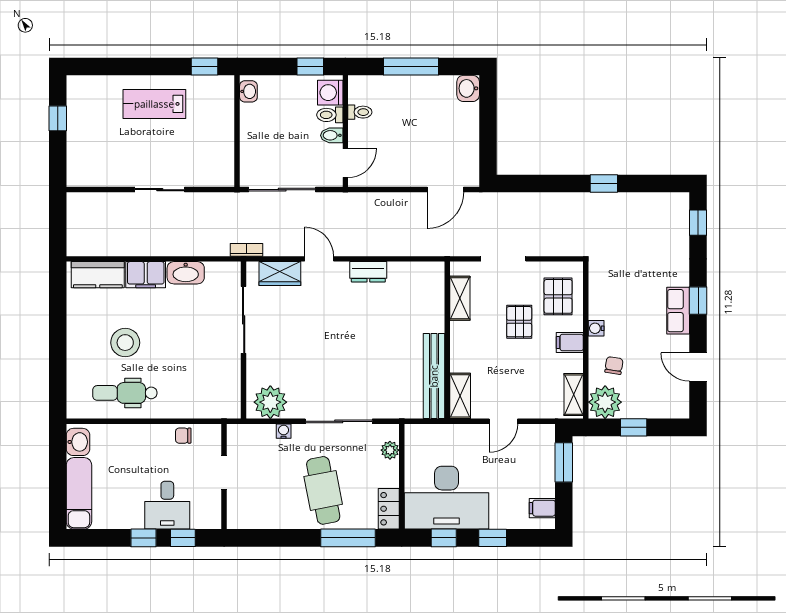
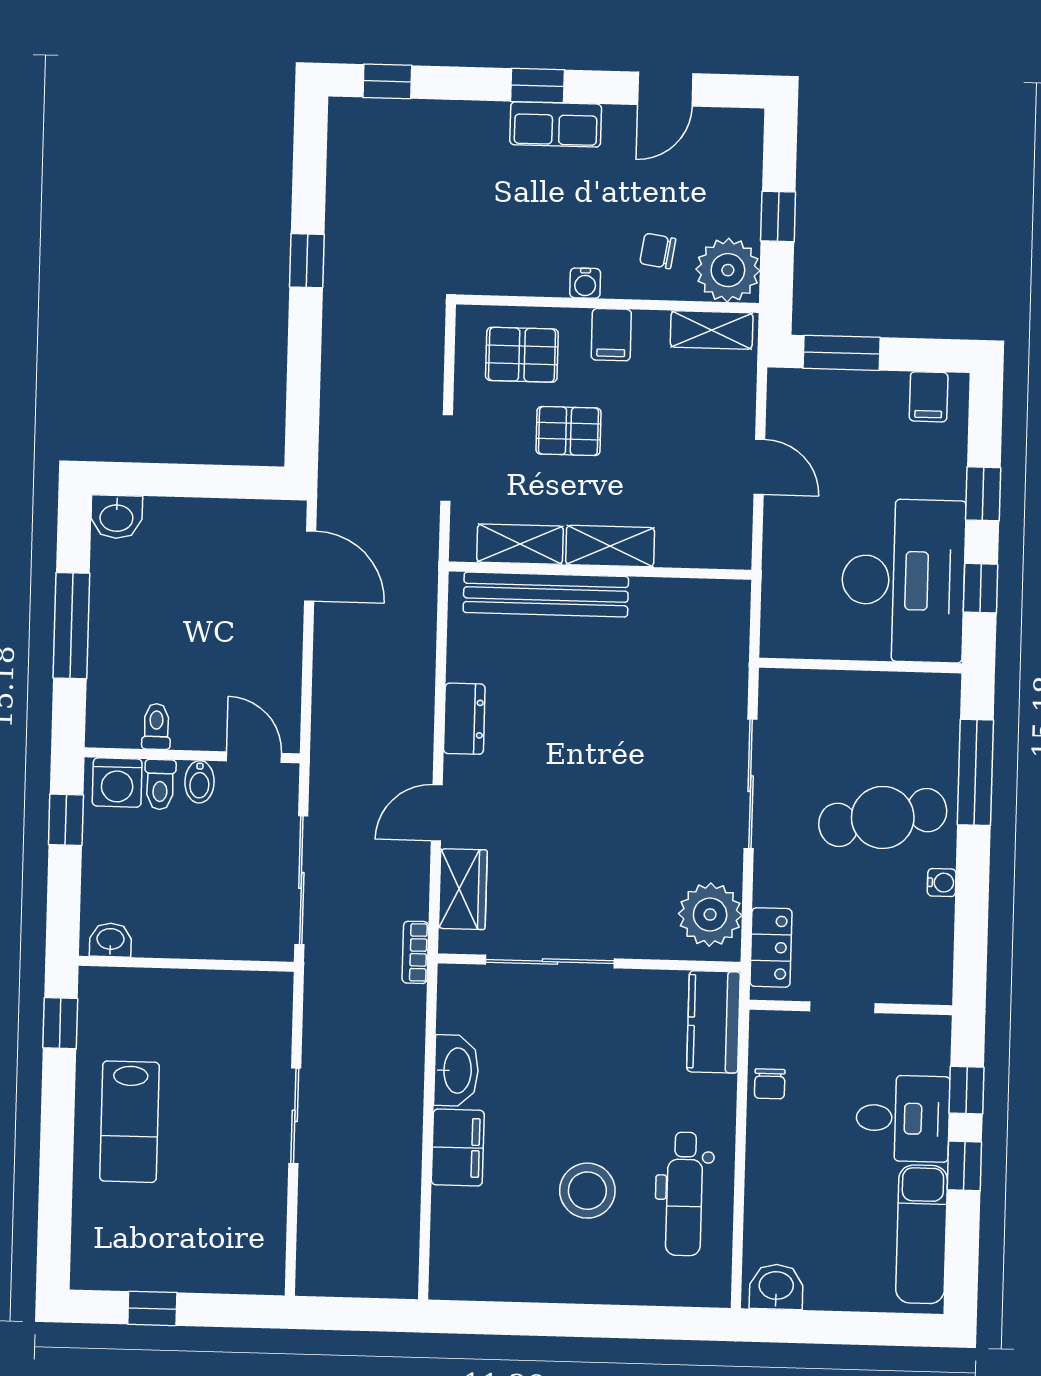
kitchen counter: (98, 275) -> (713, 1022), moved, turned 180
bench: (434, 376) -> (546, 595), moved
shelving: (460, 396) -> (610, 546), moved
water cooler: (284, 431) -> (942, 883), moved, turned 180
plant: (390, 450) -> (809, 687), removed
exam couch: (79, 493) -> (922, 1234), moved, turned -90
locker: (389, 509) -> (771, 947), moved, turned -90

